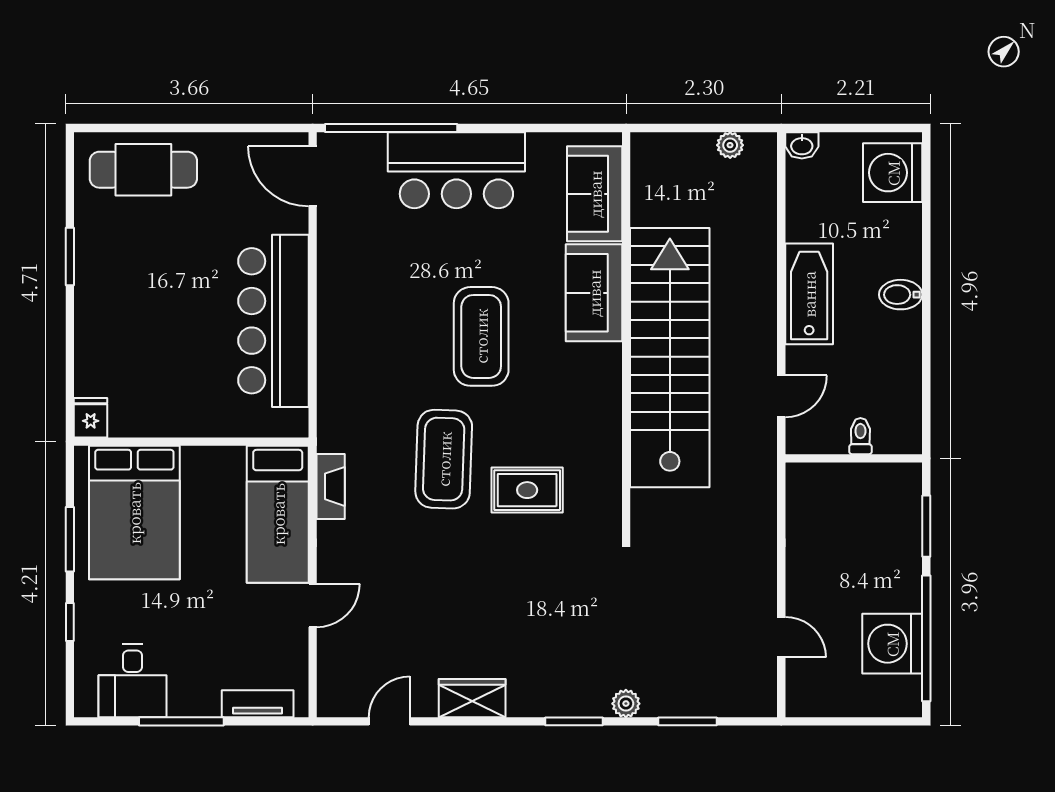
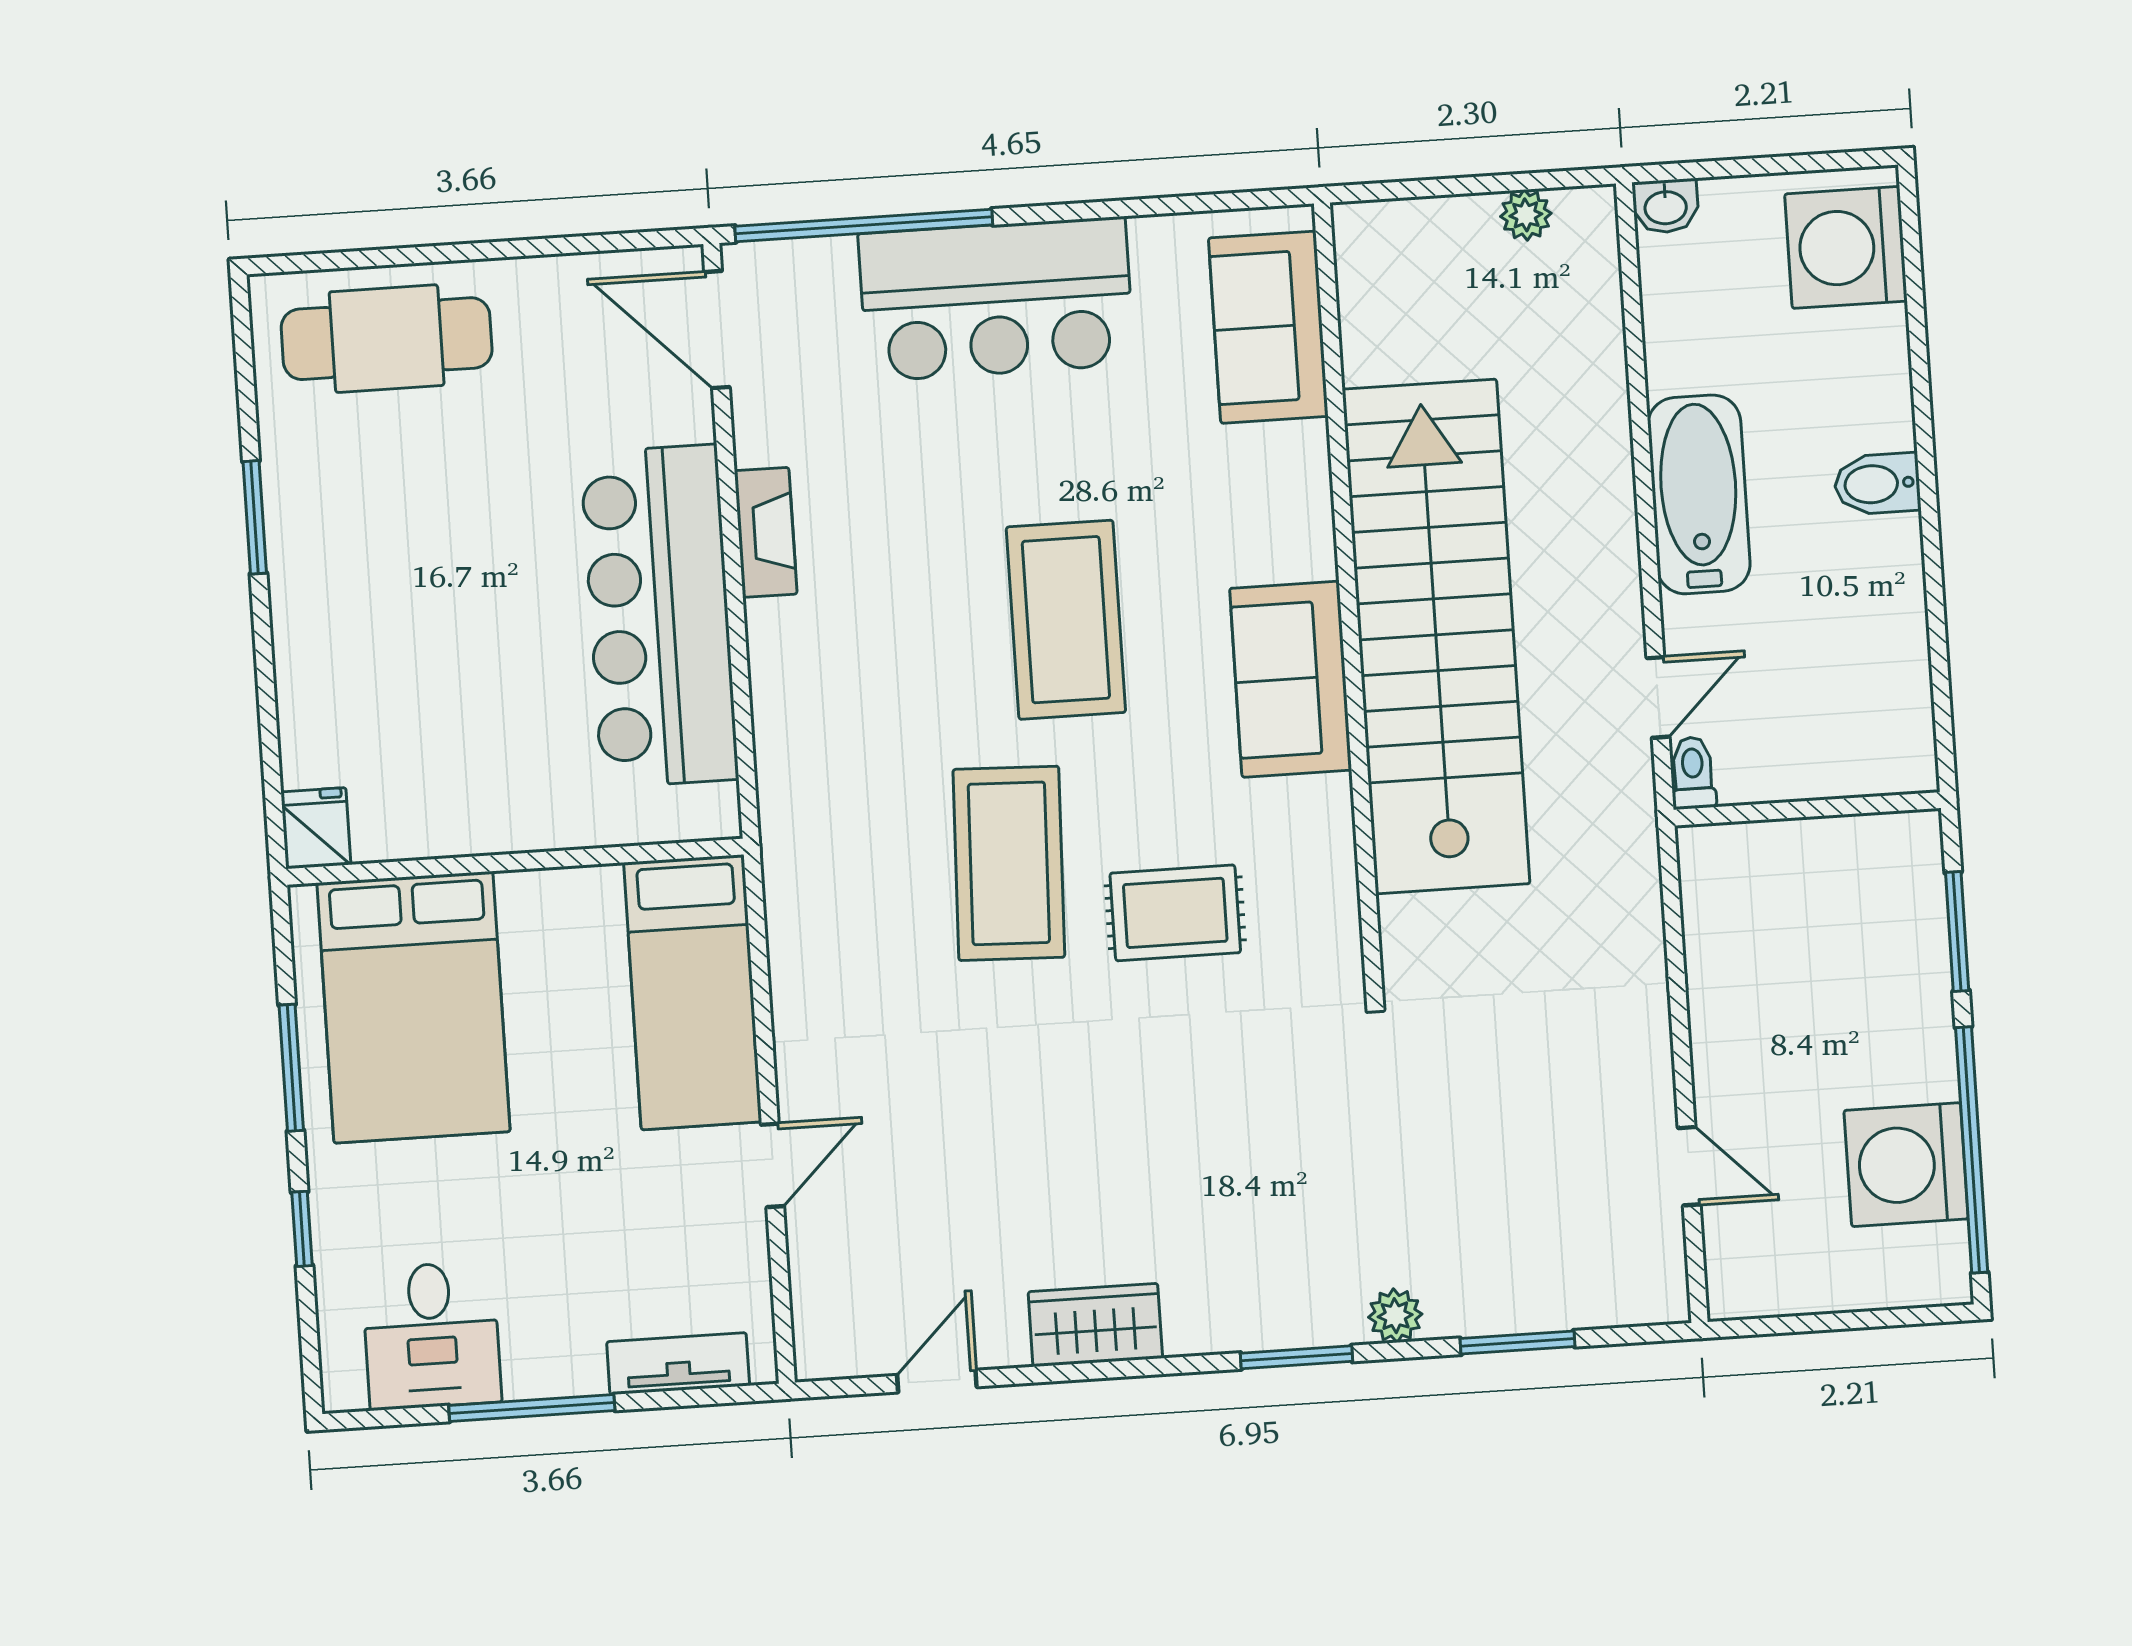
sofa: (594, 293) -> (1291, 679), moved
toilet: (860, 436) -> (1693, 773), moved
fireplace: (331, 486) -> (766, 532), moved

